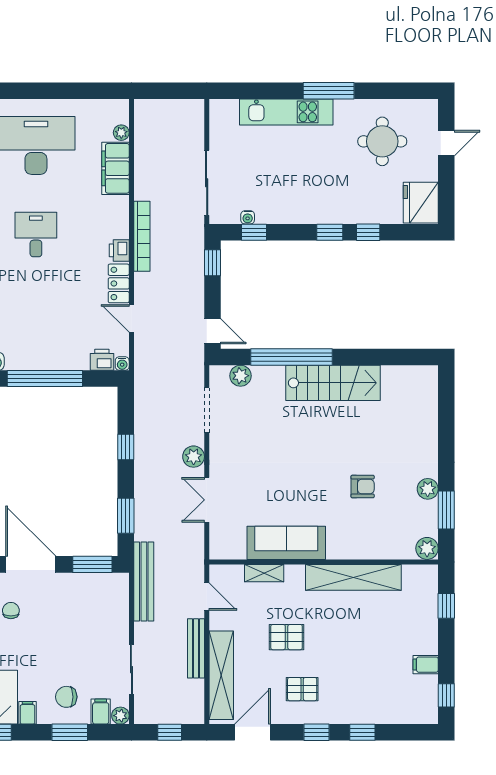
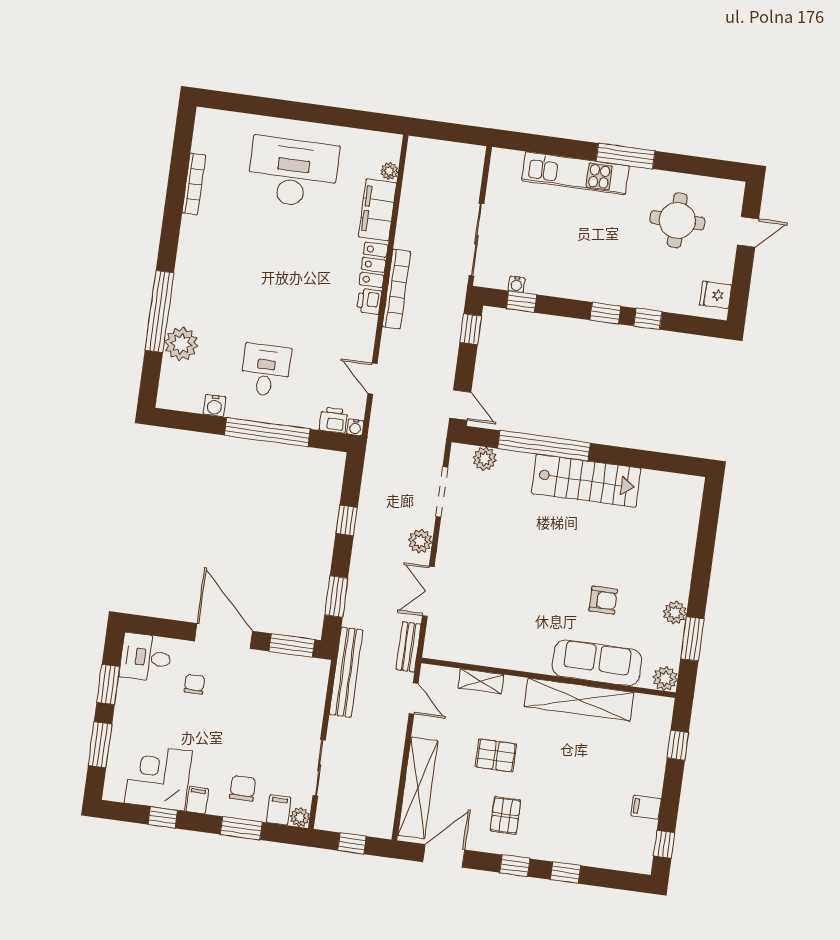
fridge: (421, 203) -> (716, 295), width x0.53, depth x0.75
desk: (36, 235) -> (266, 370), moved
locker: (119, 283) -> (374, 265), moved
sofa: (286, 543) -> (597, 663), moved
bench: (196, 648) -> (409, 647), moved, width x0.73
pallet: (302, 689) -> (505, 815), turned 90
chair: (66, 697) -> (243, 788), turned 90

